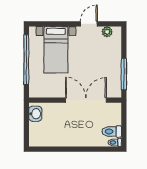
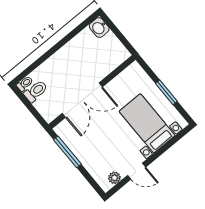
door: (89, 24) -> (137, 171), hinge flipped
window: (26, 60) -> (166, 92), width x0.47
washbasin: (35, 114) -> (99, 27), moved

